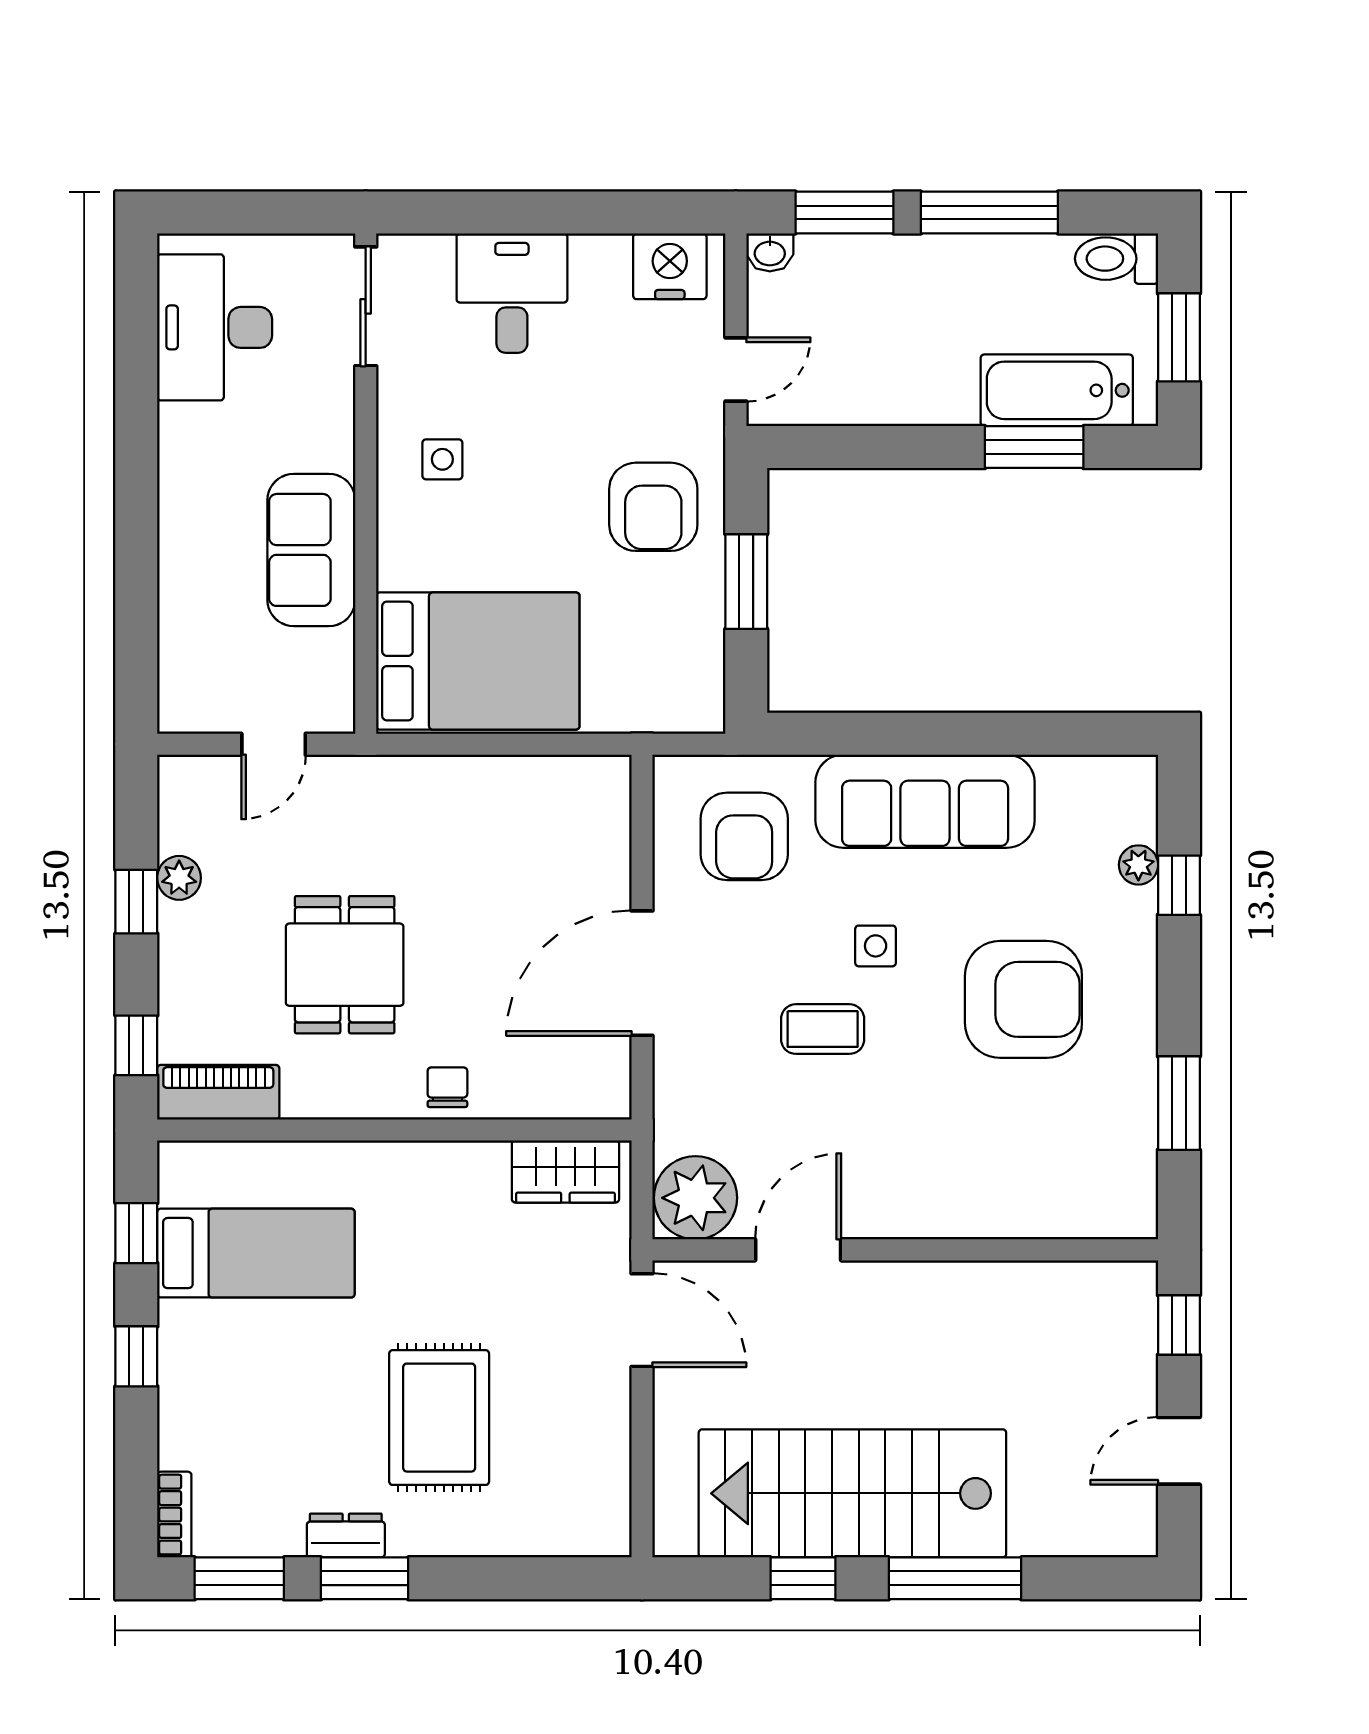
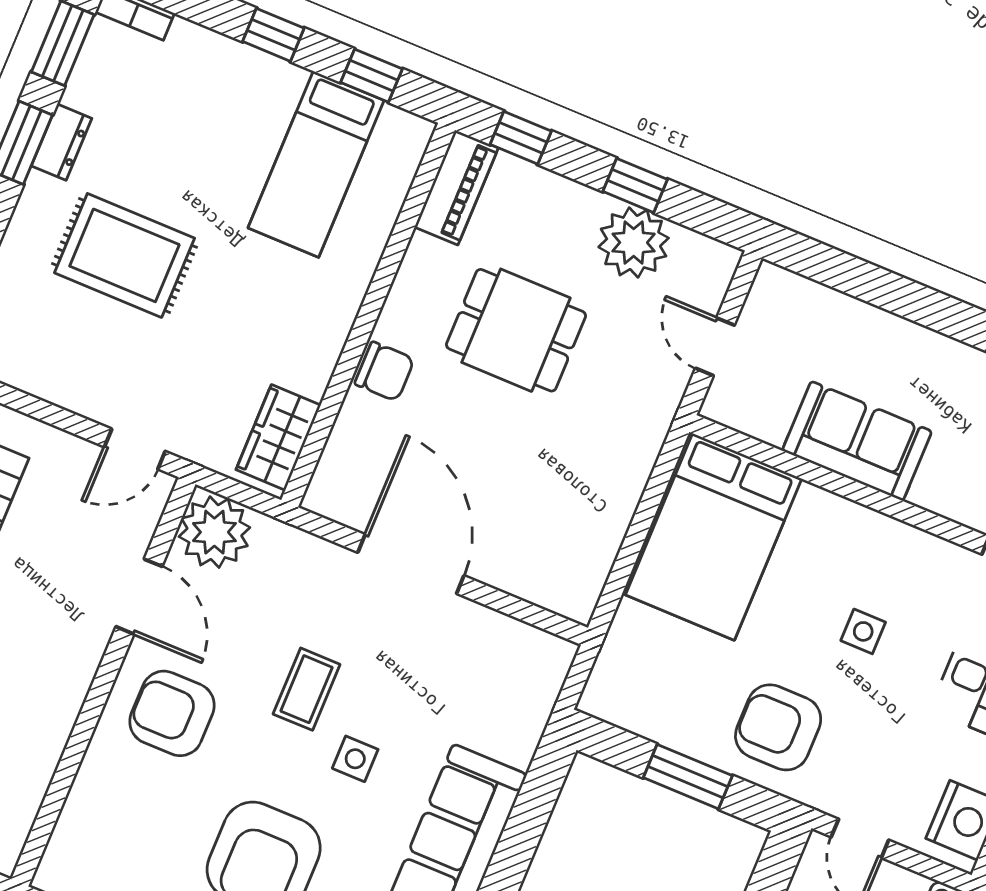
side table: (442, 459) -> (863, 631), moved
armchair: (744, 836) -> (172, 713), moved
plant: (179, 878) -> (634, 243), width x1.87, depth x1.87
chair: (447, 1087) -> (385, 371), width x1.37, depth x1.37
door: (642, 1320) -> (135, 449), width x0.73

